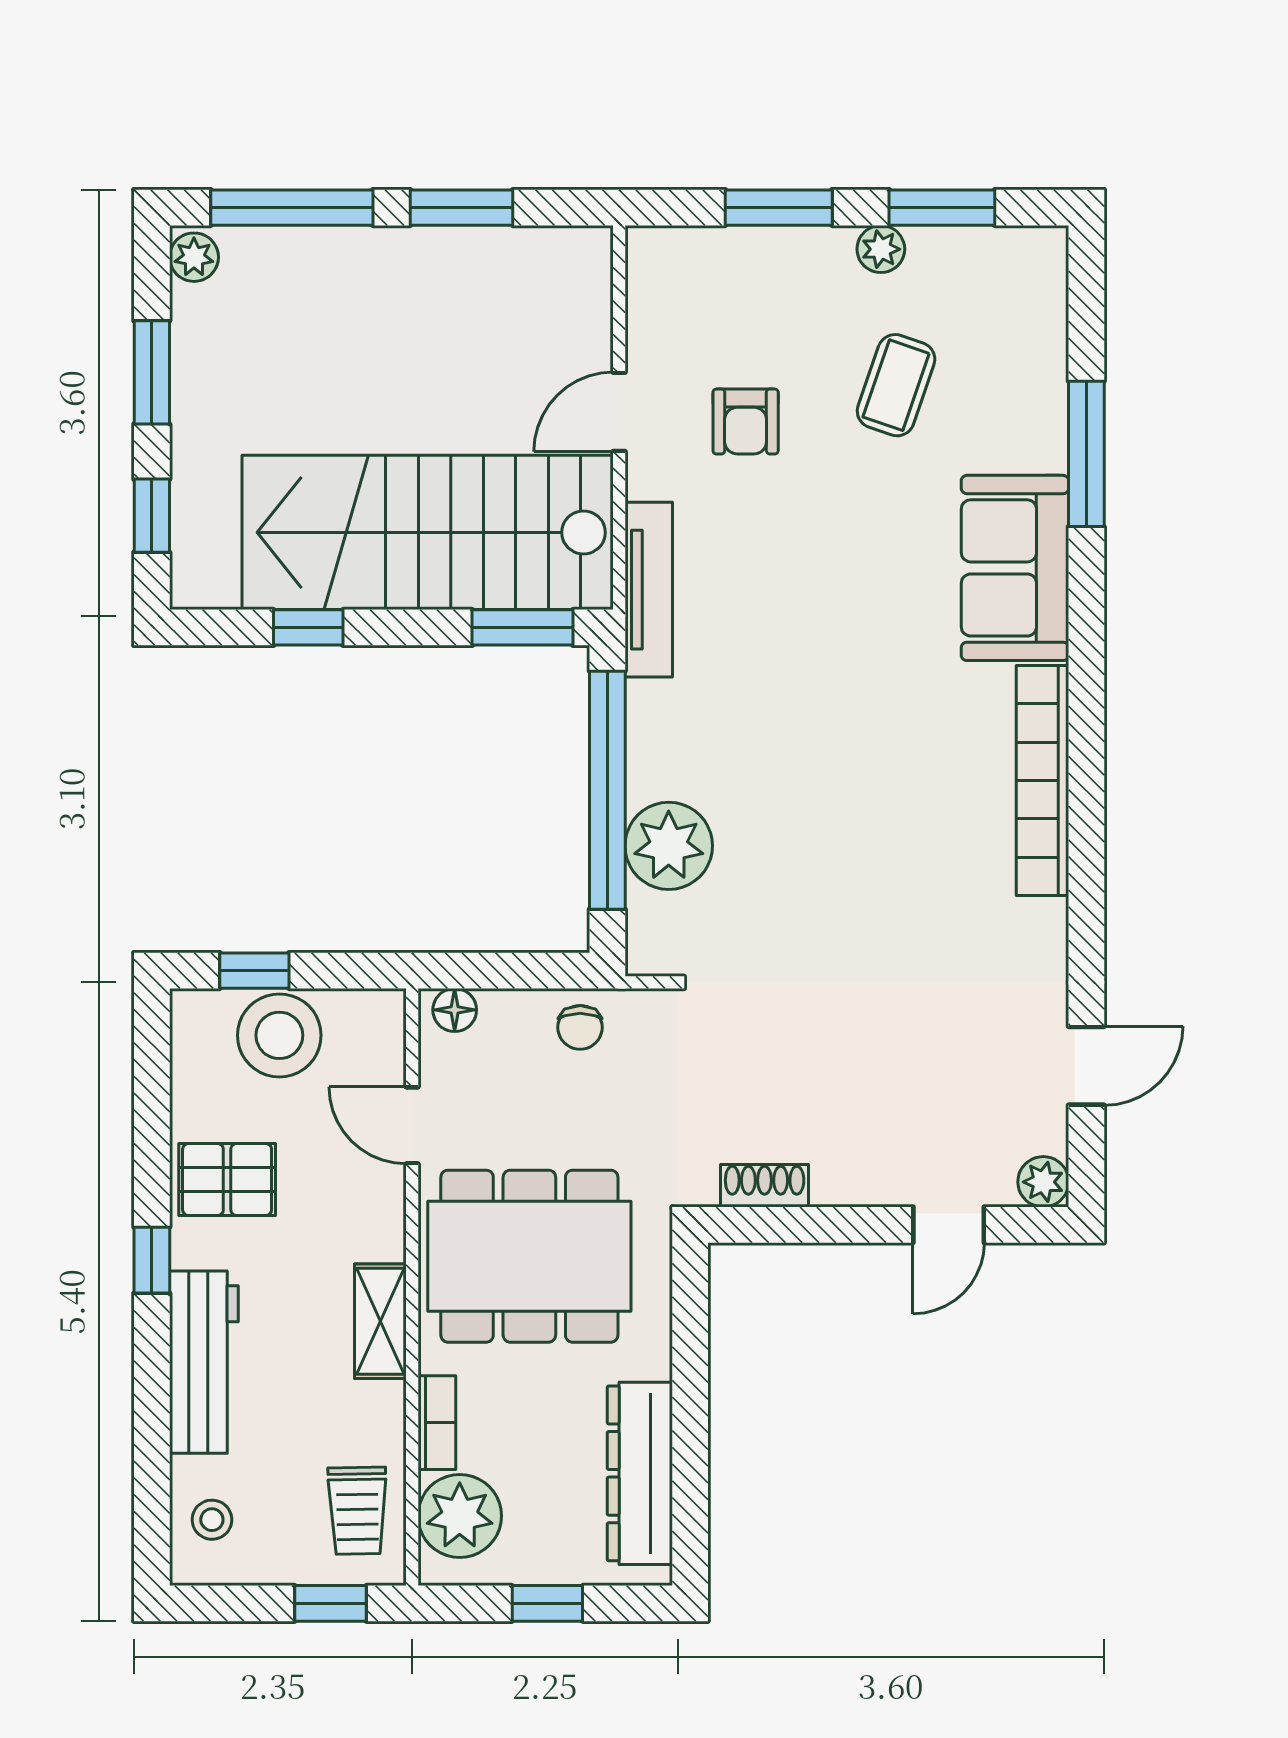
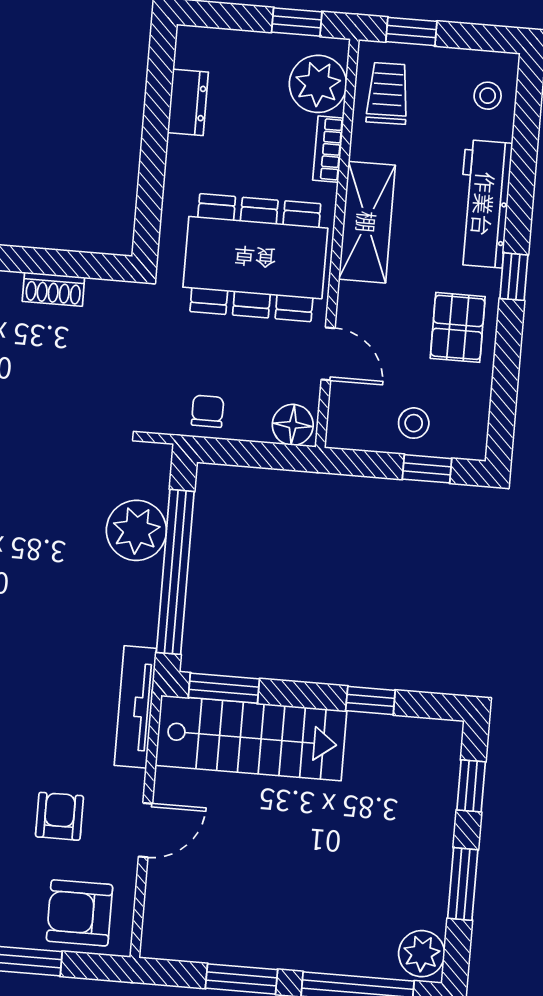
plant: (194, 257) -> (422, 954), width x1.38, depth x1.38
armchair: (705, 284) -> (79, 913), added
stairs: (428, 532) -> (251, 738), width x0.73, depth x0.66
floor lamp: (455, 1010) -> (293, 425), width x1.37, depth x1.37
stool: (279, 1035) -> (414, 423), width x0.53, depth x0.53
pallet: (227, 1180) -> (458, 327), turned 90
shoe rack: (765, 1186) -> (53, 289), moved
shelving: (380, 1321) -> (367, 222), width x1.50, depth x1.33
dresser: (640, 1473) -> (188, 102), width x0.51, depth x0.80
window: (547, 1603) -> (297, 22), moved

